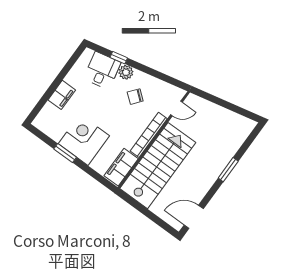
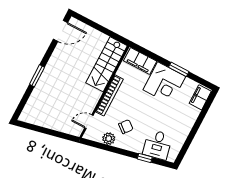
plant: (126, 72) -> (109, 139), moved
filing cabinet: (62, 95) -> (200, 97), moved
stairs: (158, 166) -> (107, 64), width x0.73, depth x0.66
filing cabinet: (121, 167) -> (140, 61), moved, turned 90

